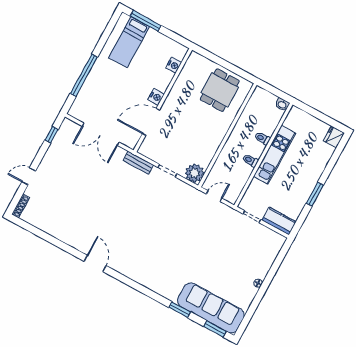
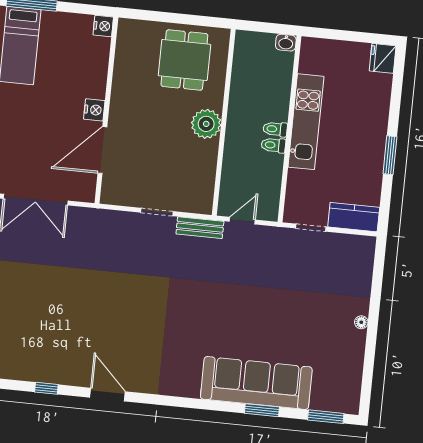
nightstand: (174, 65) -> (103, 26), moved
toilet: (262, 138) -> (275, 129), moved
bench: (138, 163) -> (200, 228), moved
plant: (194, 173) -> (206, 124), moved
window: (61, 245) -> (46, 388), added
sofa: (211, 308) -> (256, 383), moved

